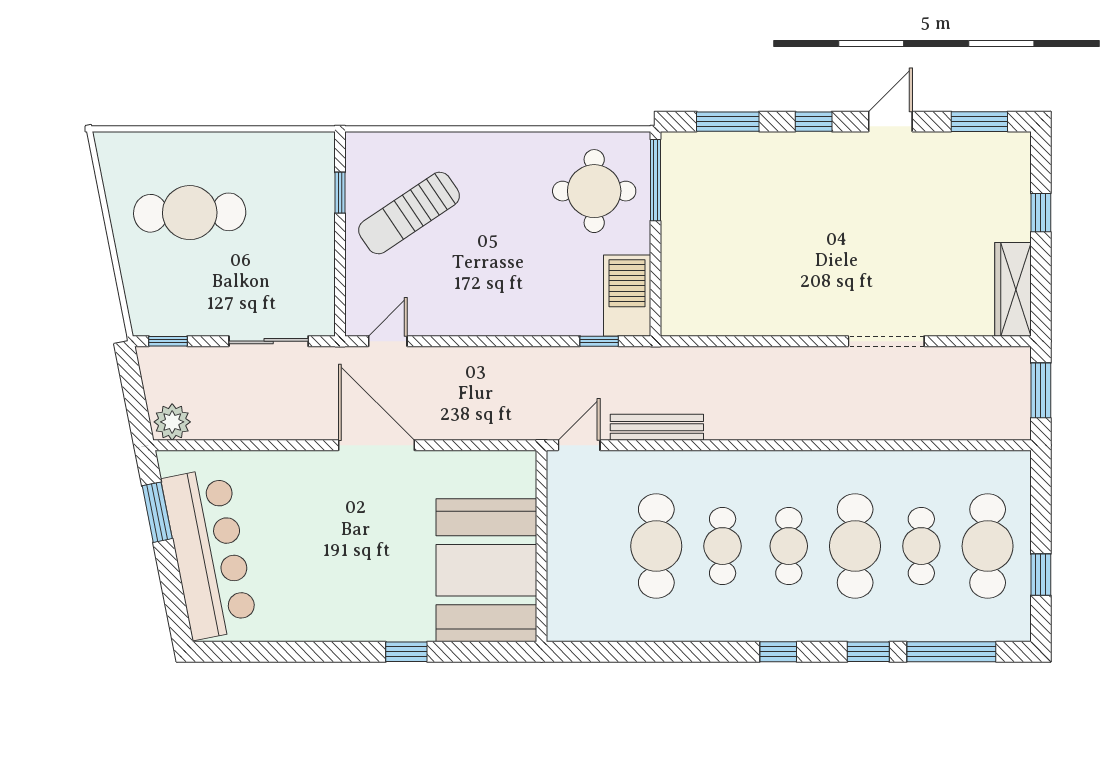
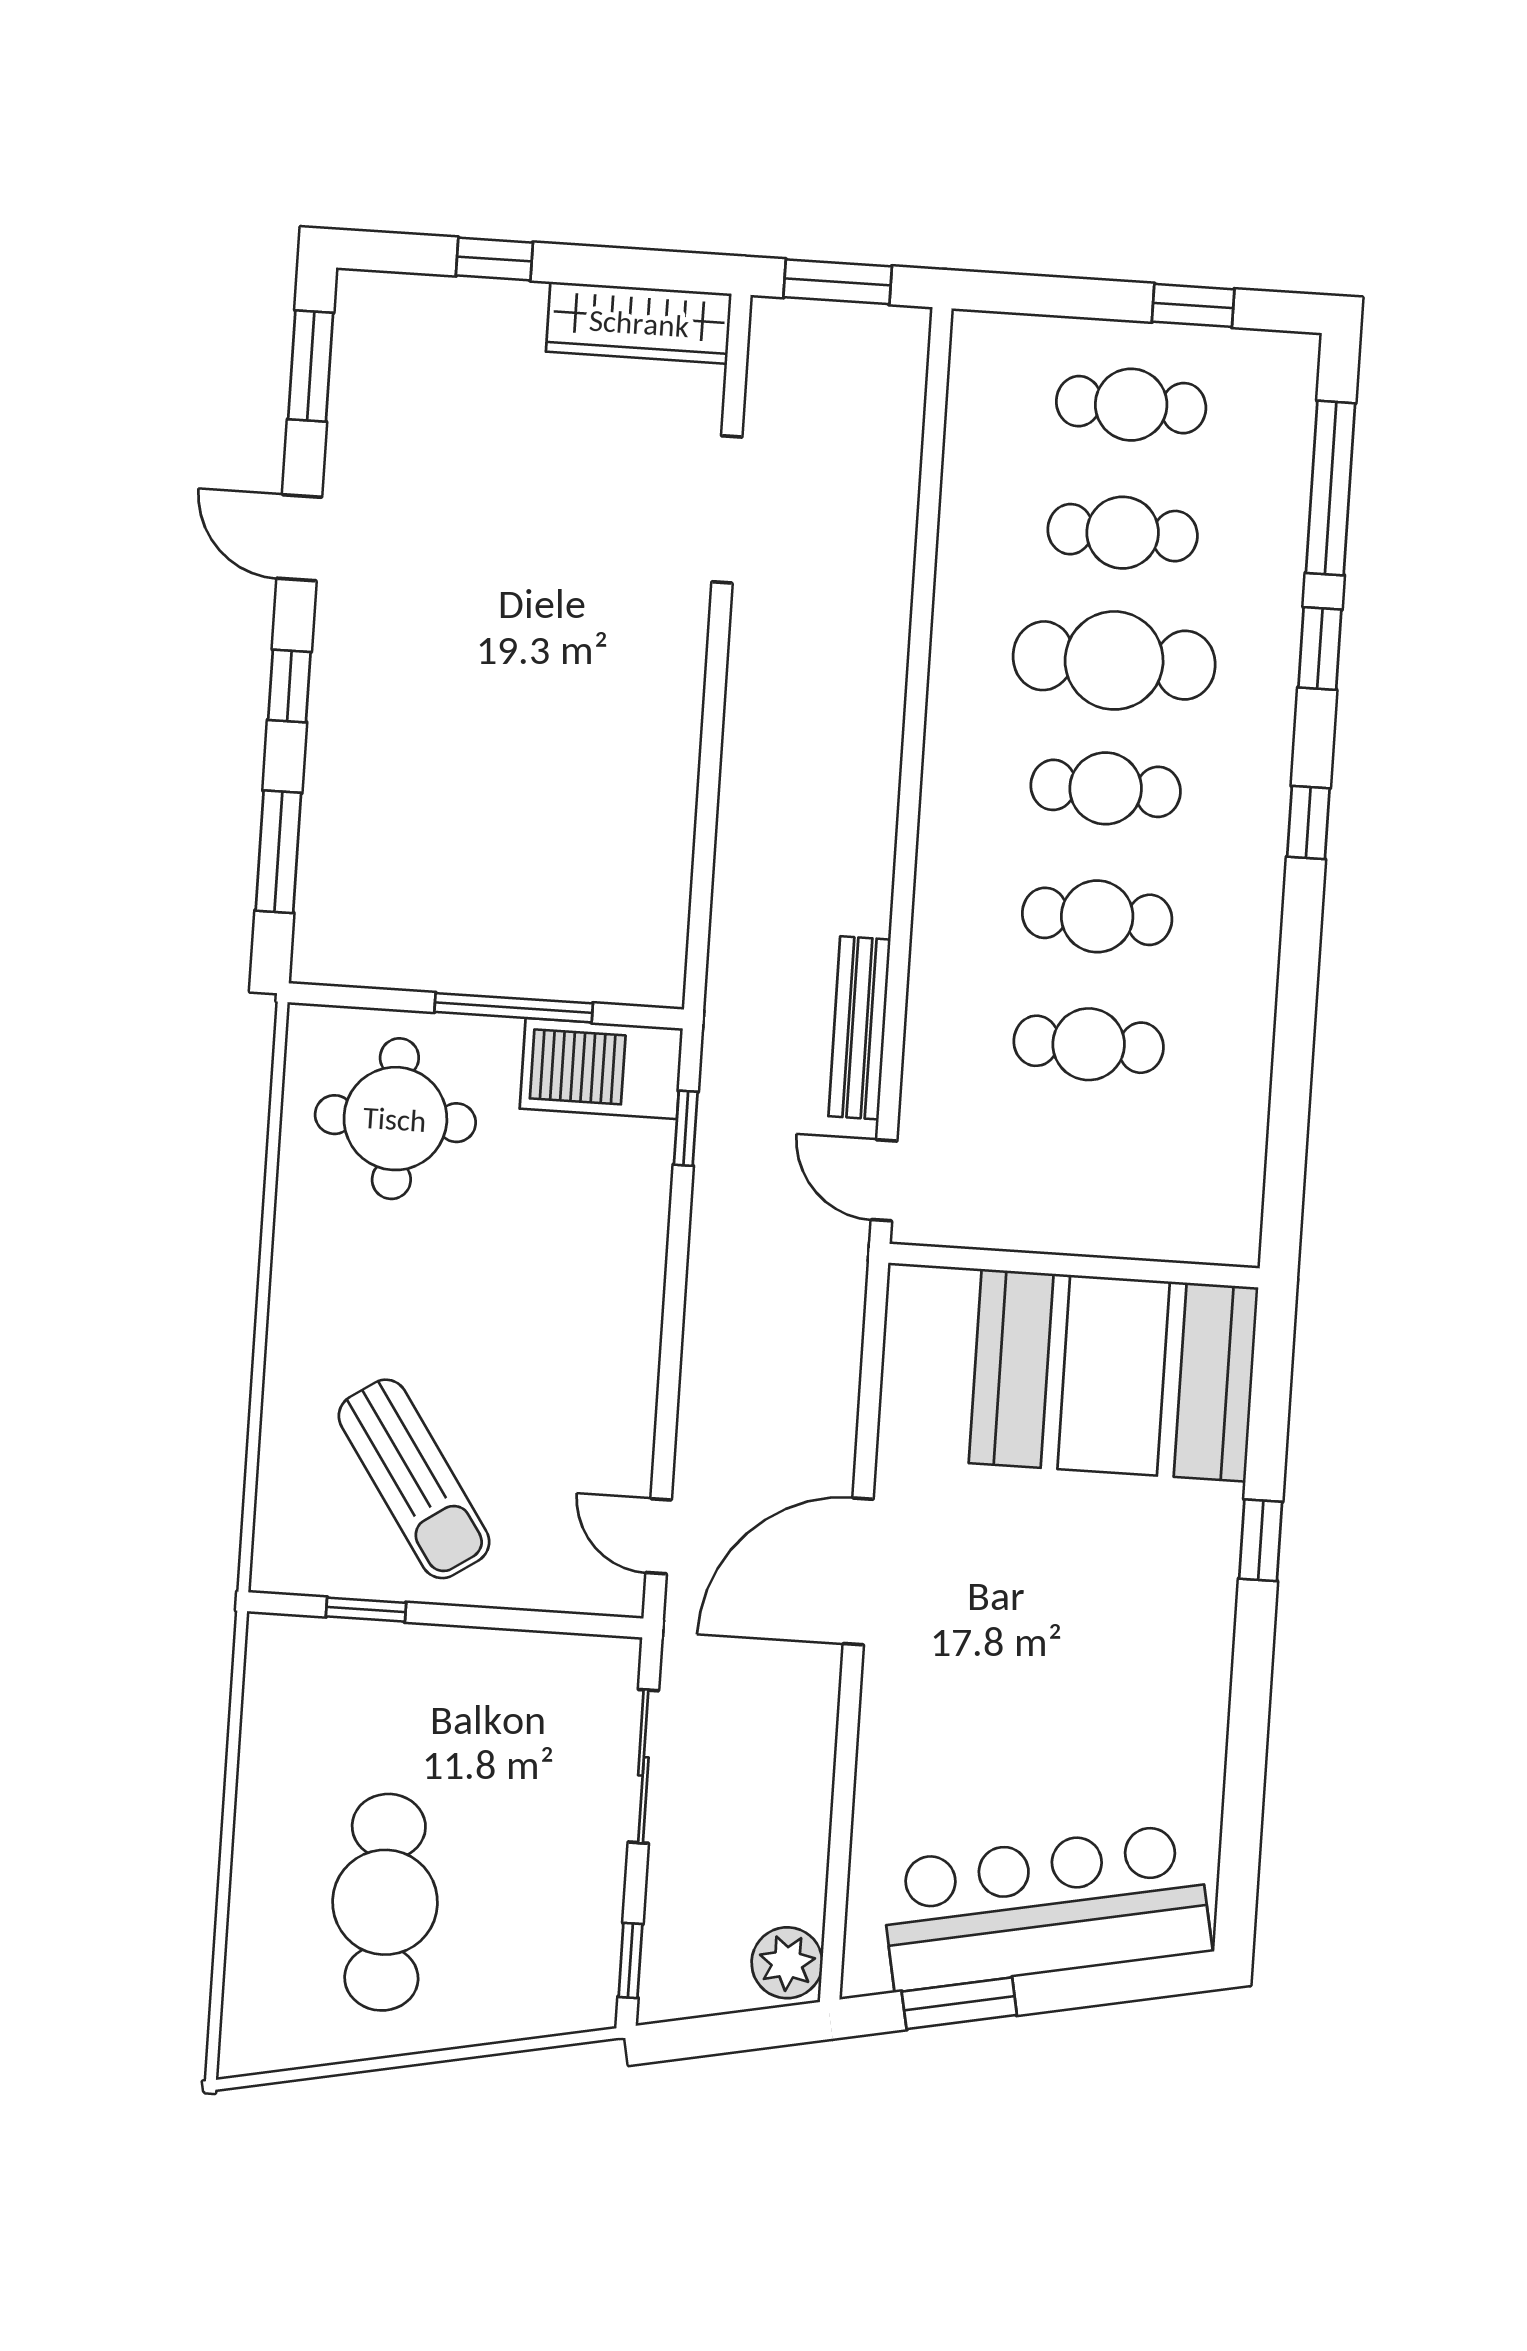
window: (655, 180) -> (514, 1008), moved
doorway: (886, 341) -> (727, 509), moved
cafe table: (656, 546) -> (1089, 1044), width x0.73, depth x0.74
cafe table: (988, 546) -> (1131, 405), width x0.73, depth x0.74

